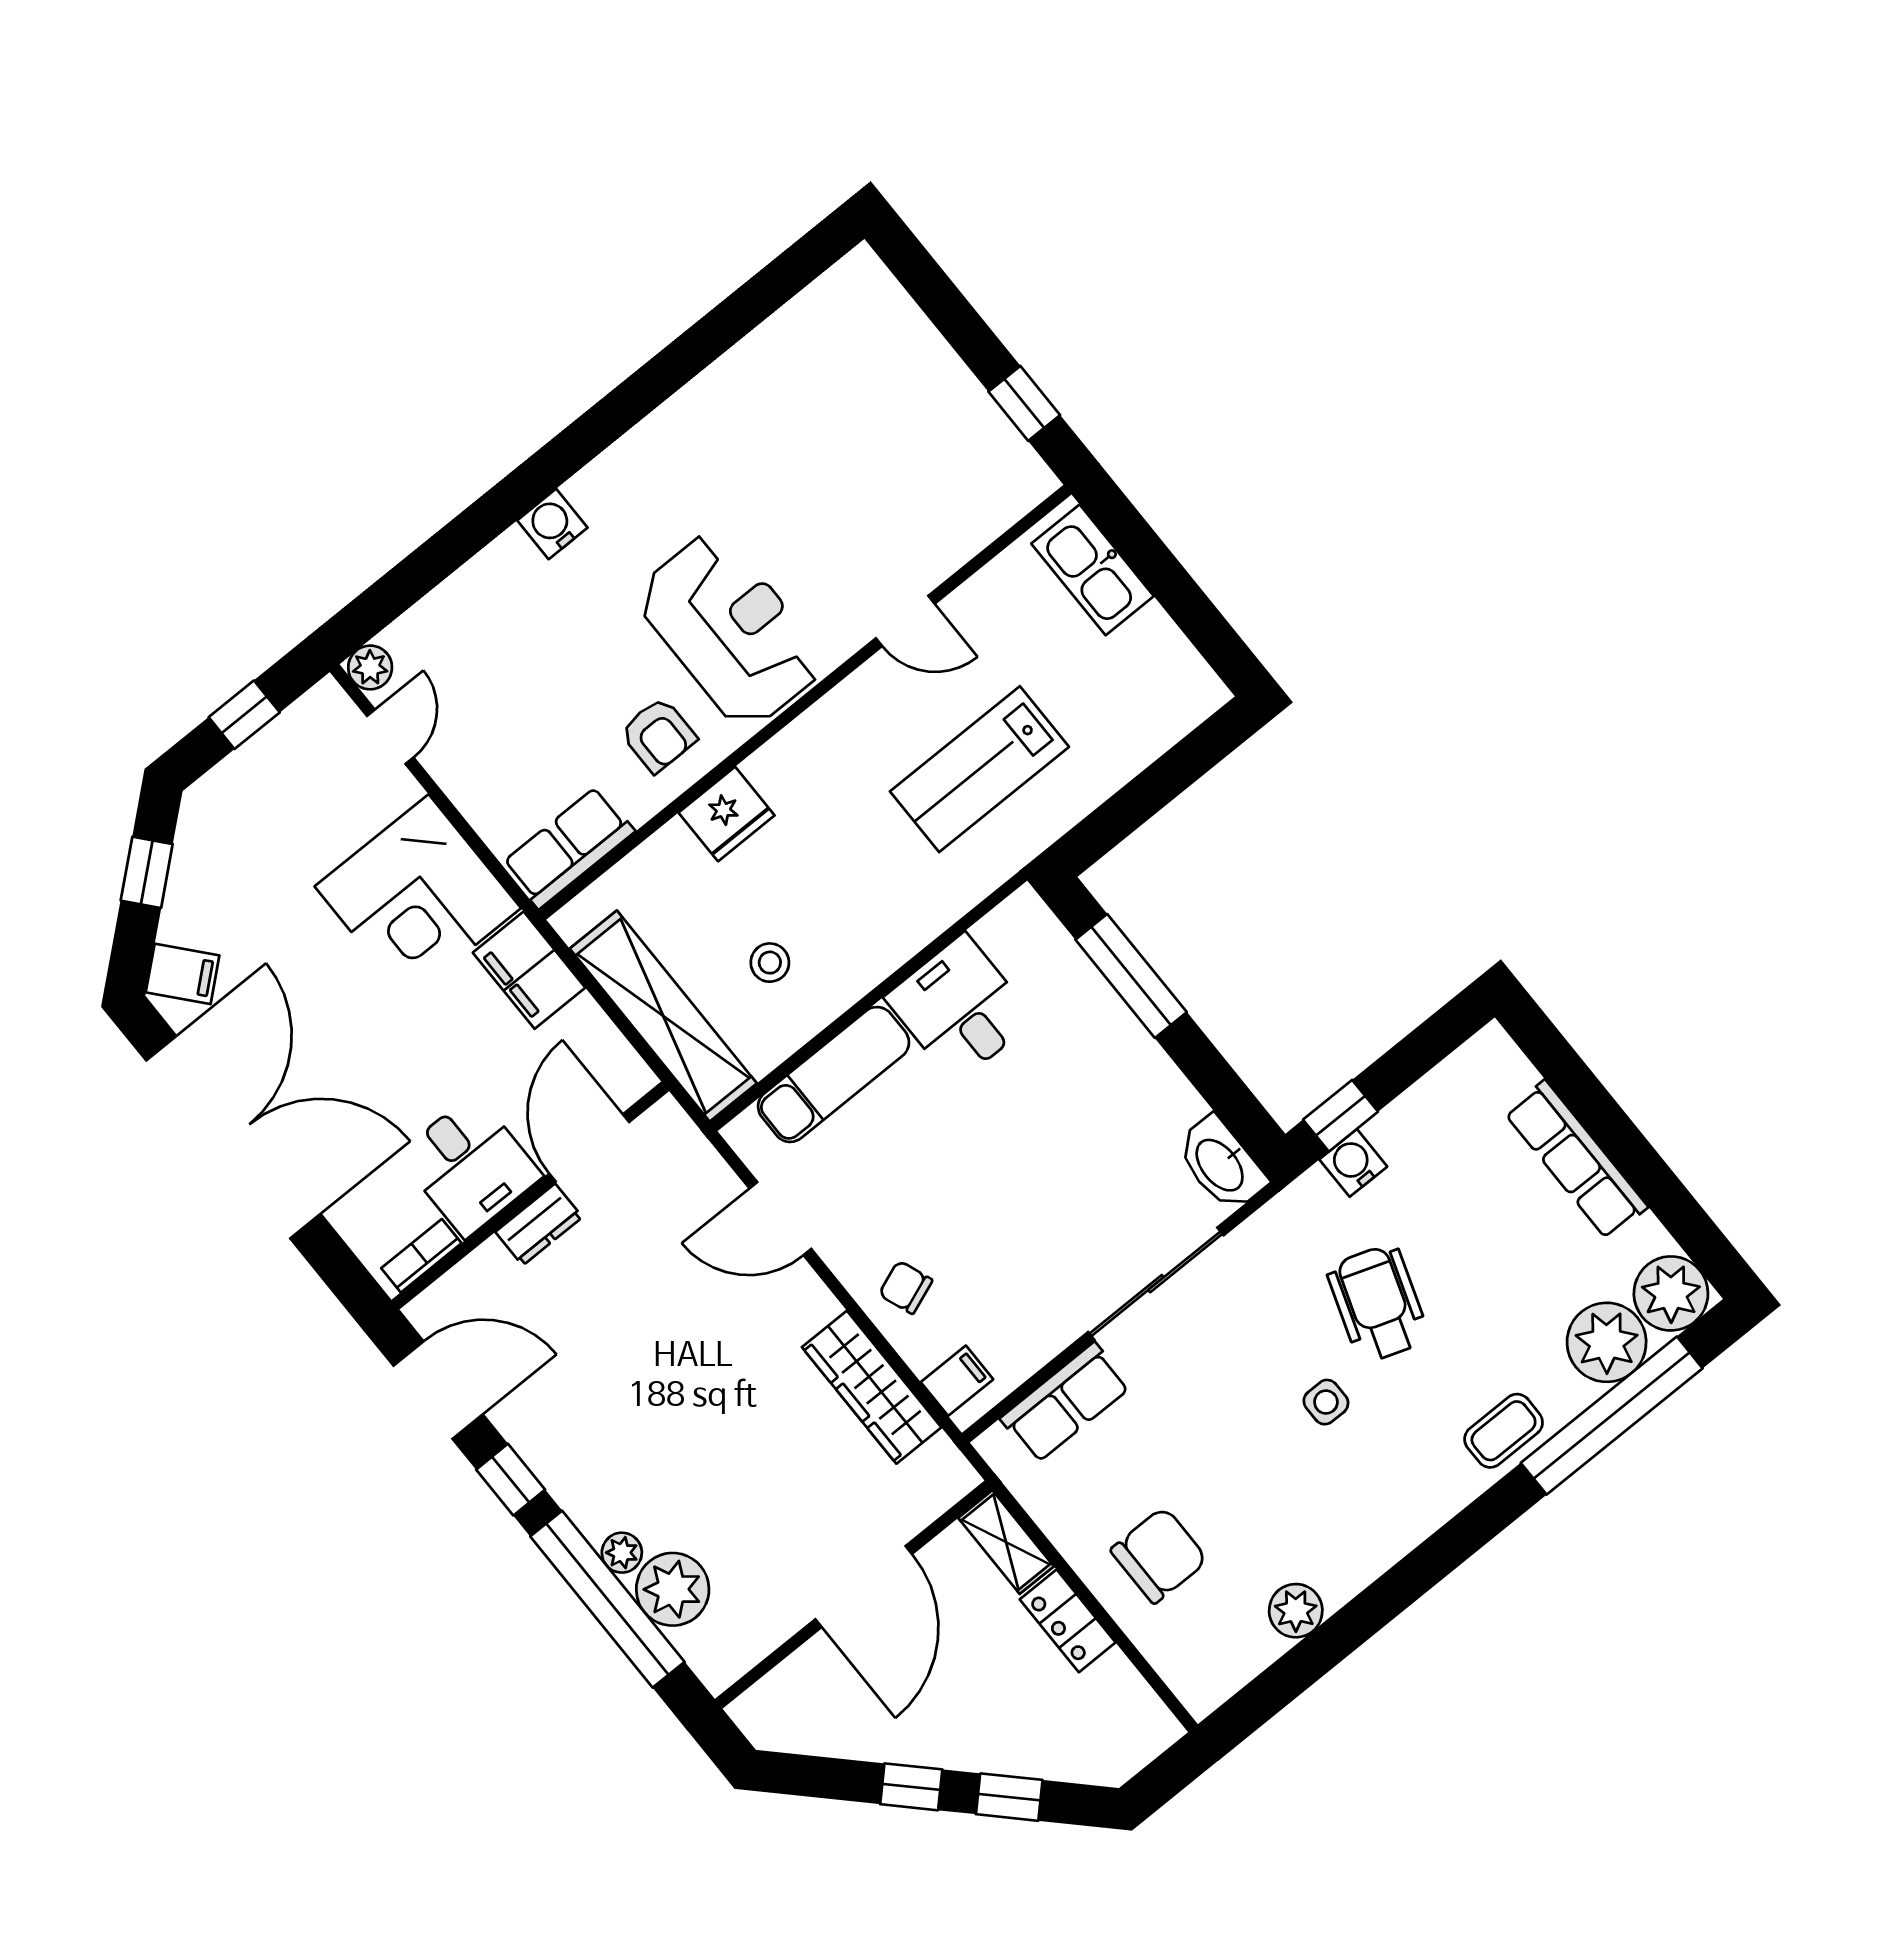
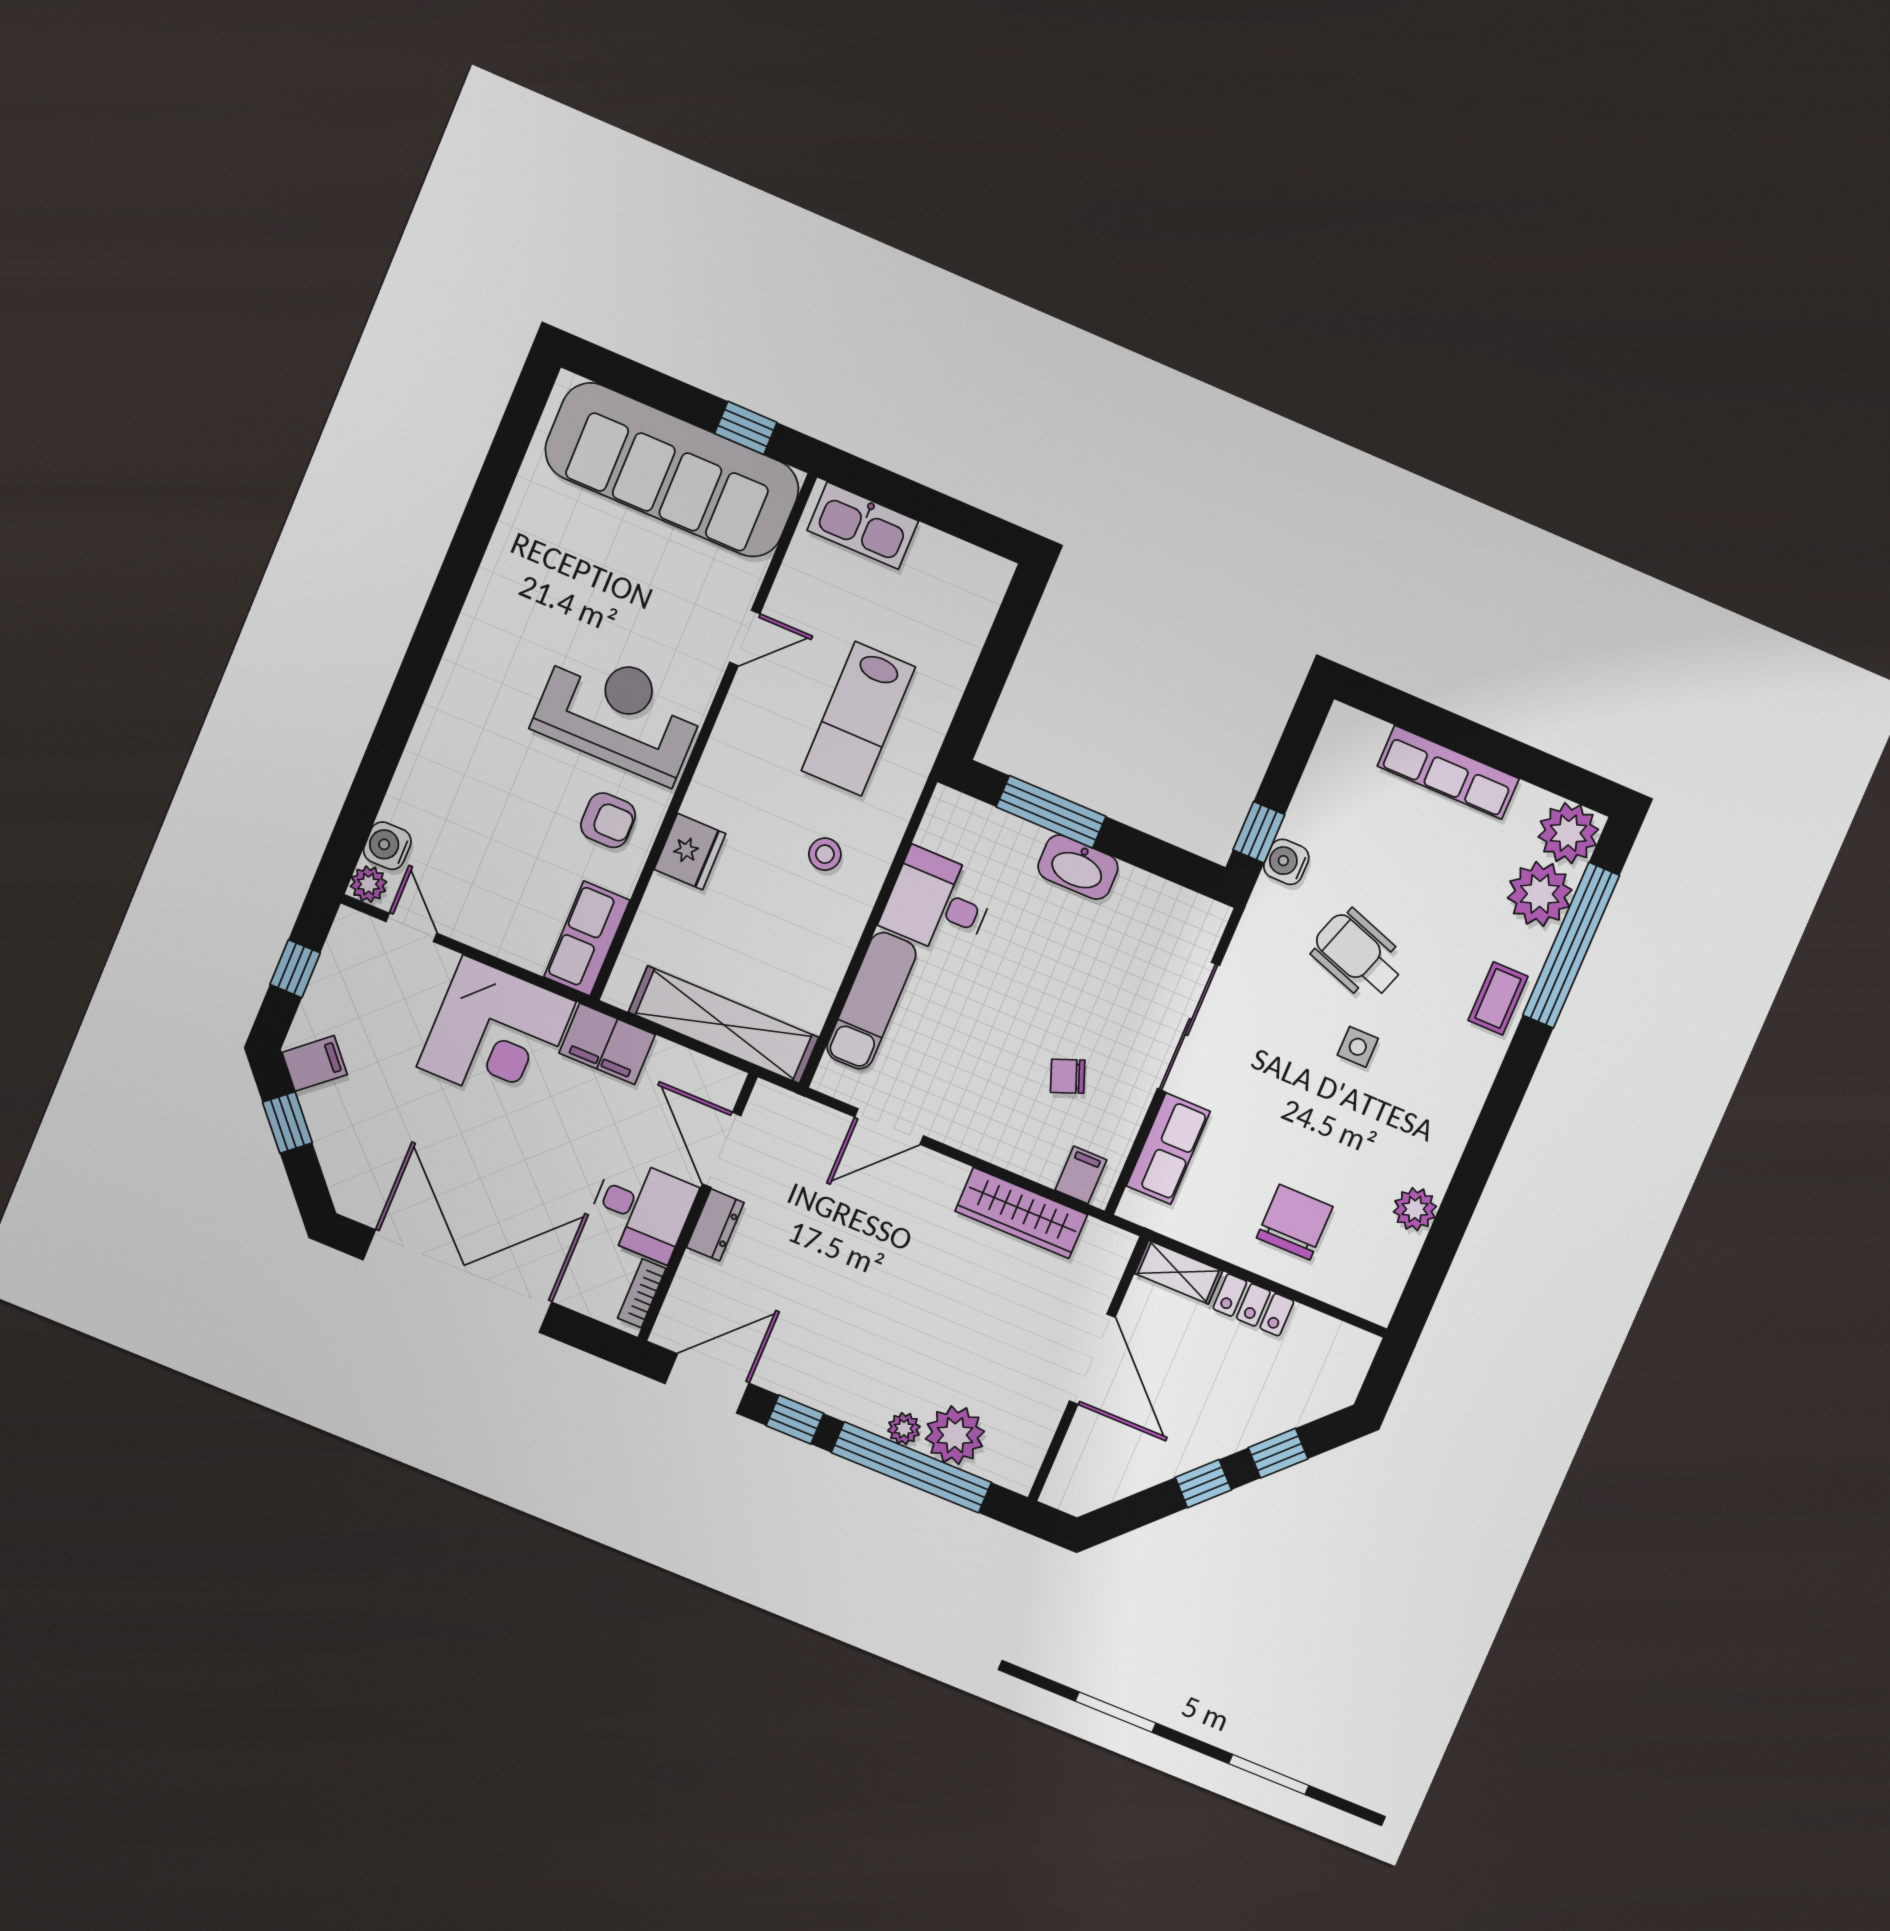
sofa: (924, 406) -> (672, 470), added
water cooler: (552, 524) -> (387, 846), moved
stool: (770, 963) -> (825, 854), moved
filing cabinet: (183, 974) -> (315, 1063), moved
washbasin: (1221, 1164) -> (1078, 867), moved
chair: (906, 1287) -> (1068, 1076), moved

